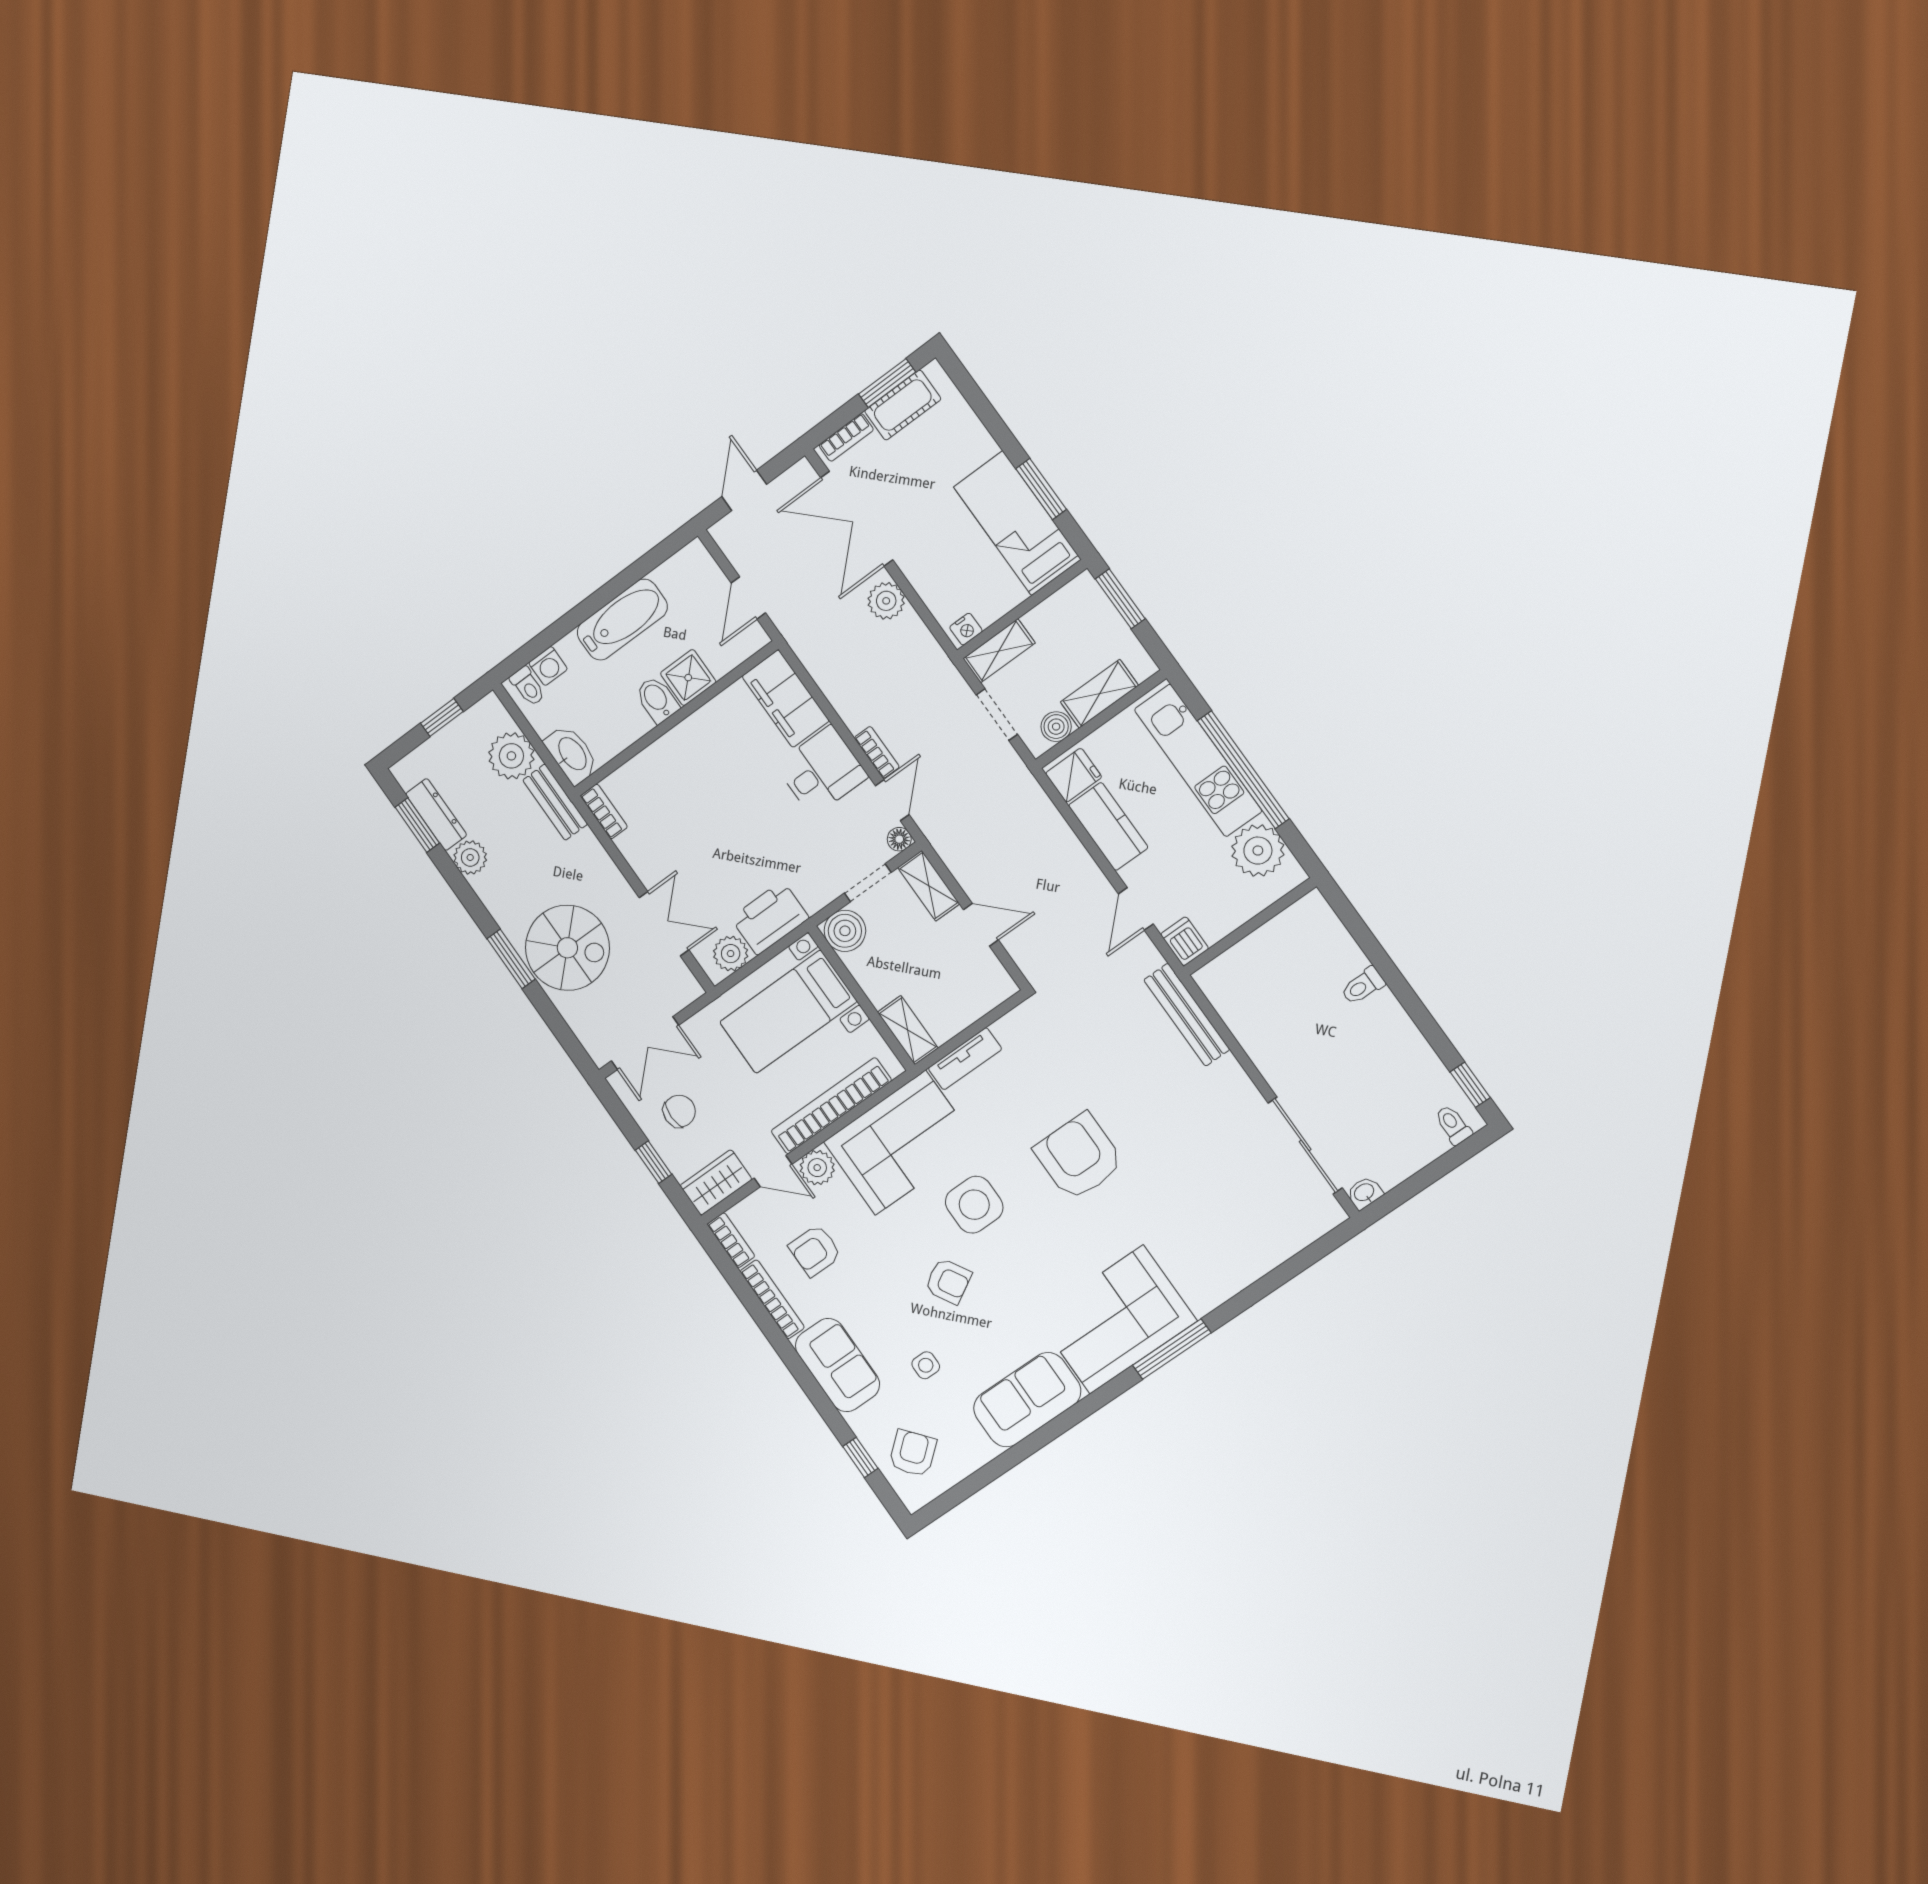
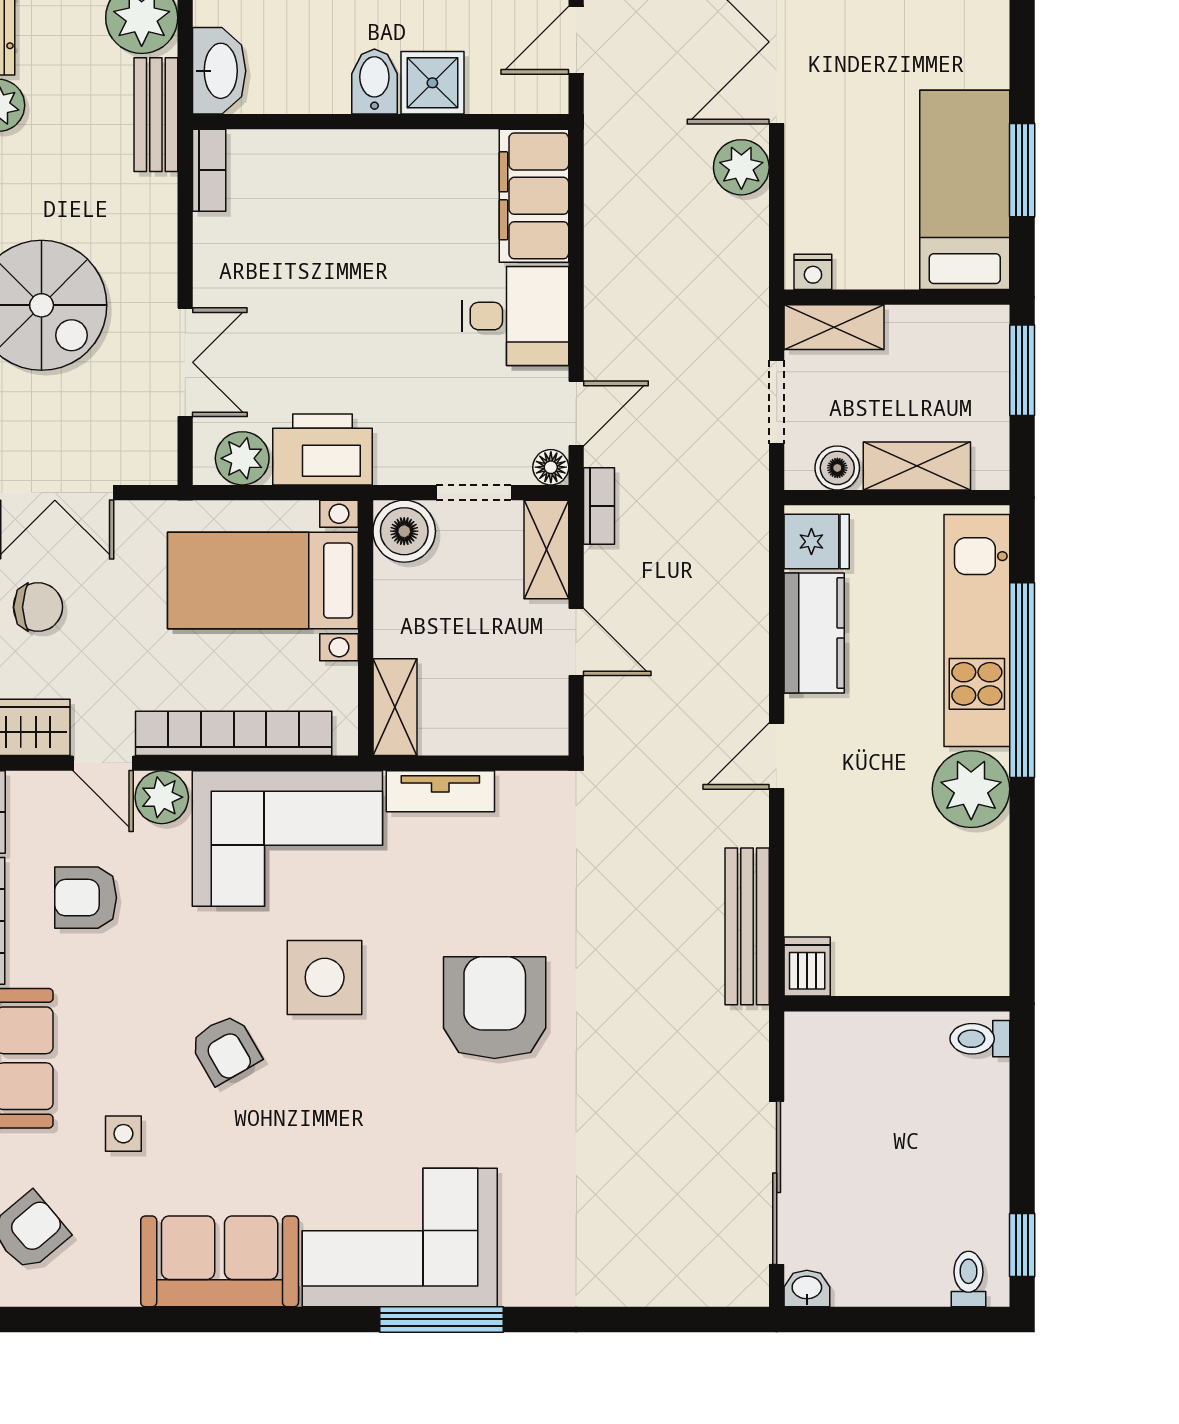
bookcase: (877, 752) -> (599, 506), moved
wall: (1250, 927) -> (897, 1004), moved
dishwasher: (1185, 941) -> (807, 967), moved

